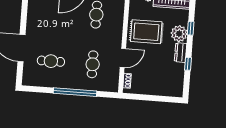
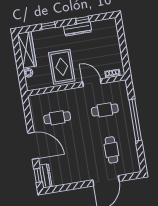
plant: (179, 34) -> (56, 35), removed
dresser: (181, 53) -> (78, 29), width x1.44

